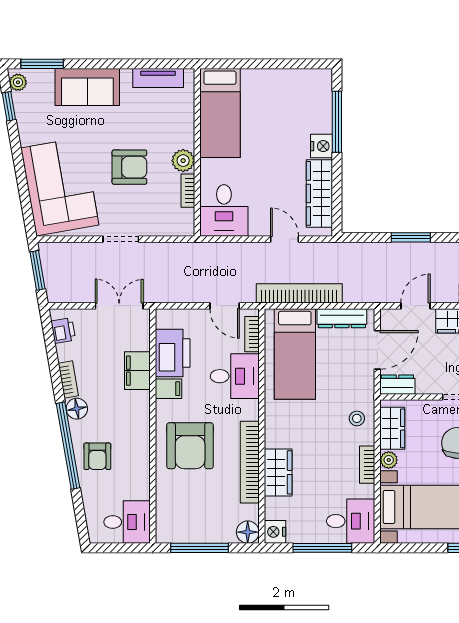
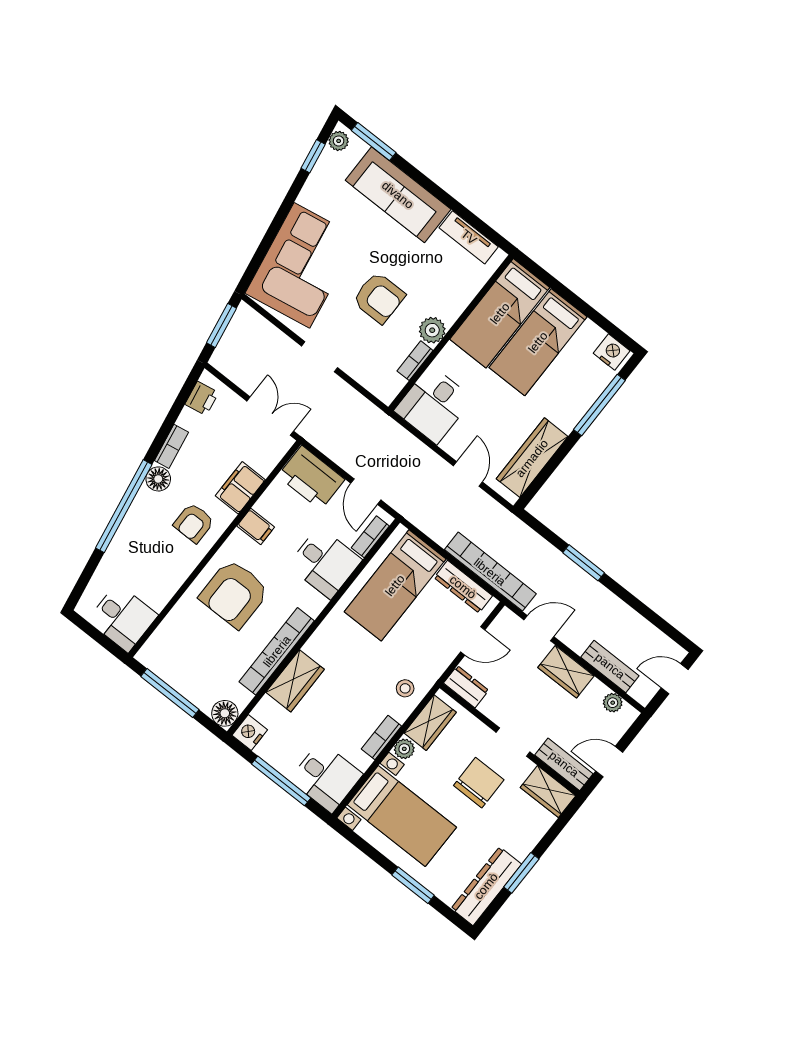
sofa: (87, 87) -> (398, 195), width x1.36
bed: (261, 112) -> (538, 342), added
nightstand: (322, 146) -> (612, 352), moved, turned -90
bookcase: (299, 293) -> (490, 572), moved
door: (377, 350) -> (473, 641), width x0.73
printer: (173, 353) -> (311, 478), moved, turned 90
armchair: (97, 456) -> (194, 523), moved

